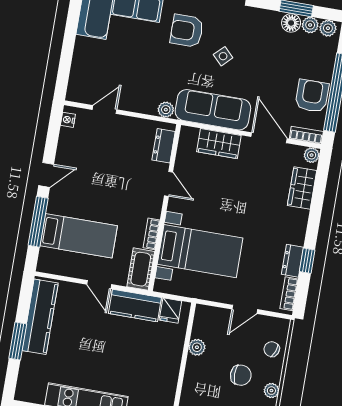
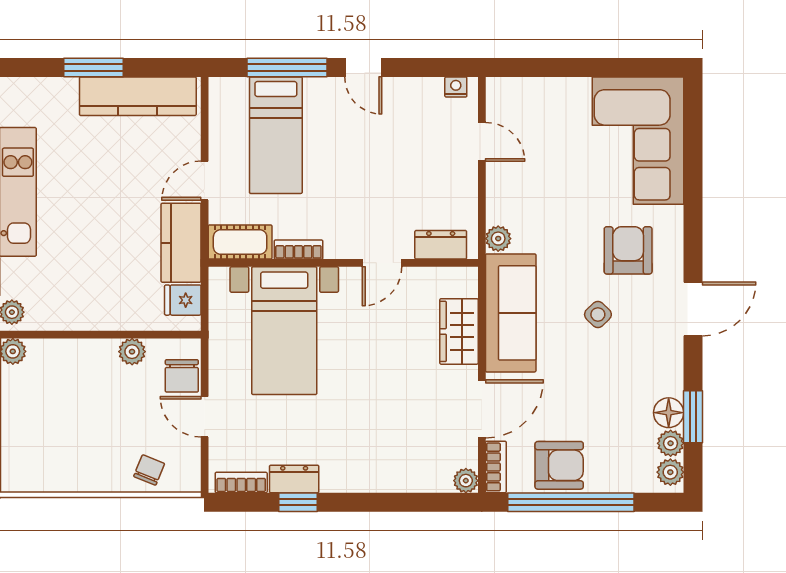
wardrobe: (302, 188) -> (411, 474), removed
chair: (241, 375) -> (182, 376), moved
plant: (271, 391) -> (84, 481), removed

